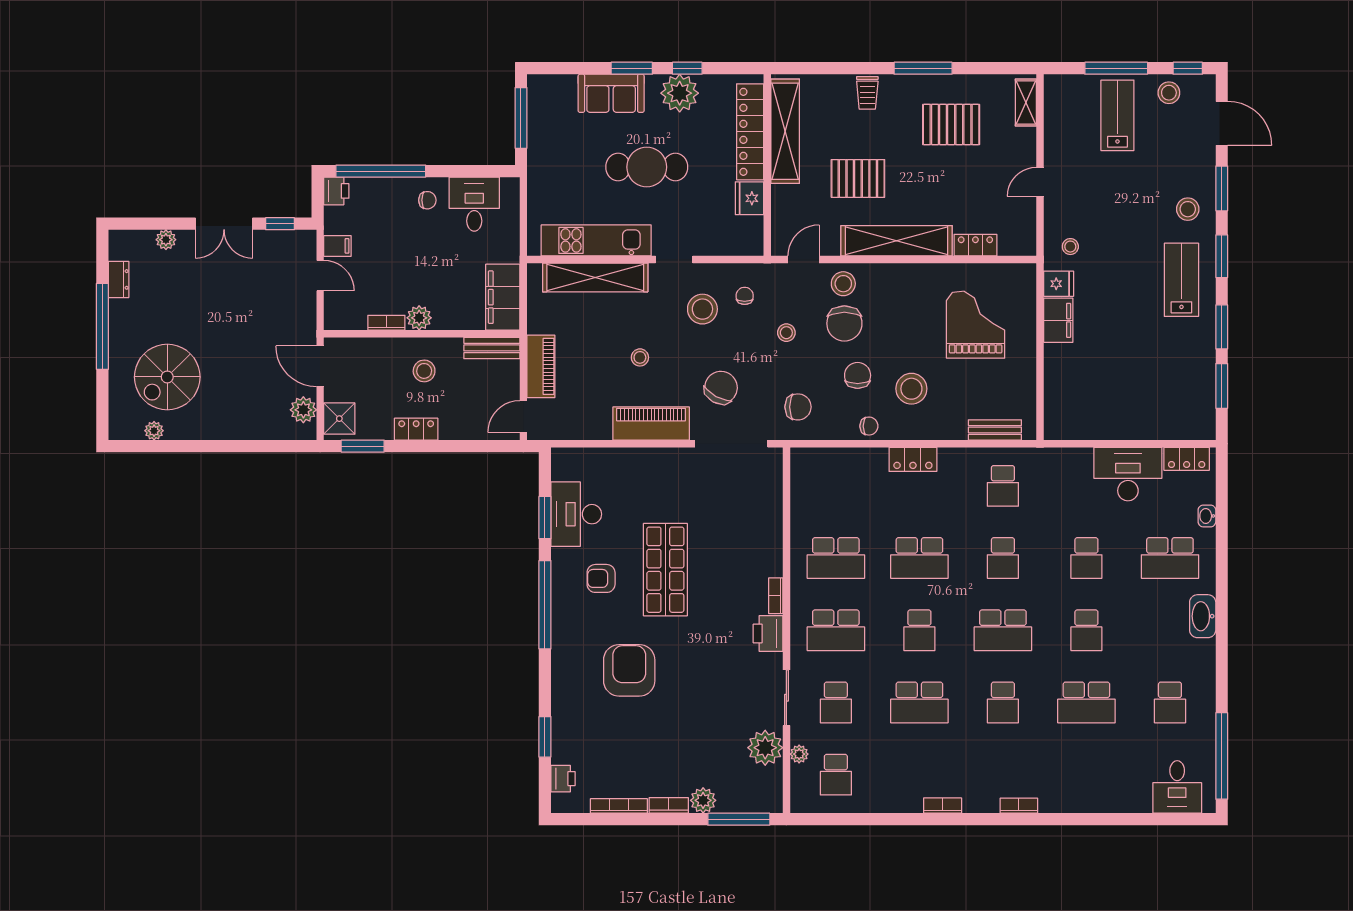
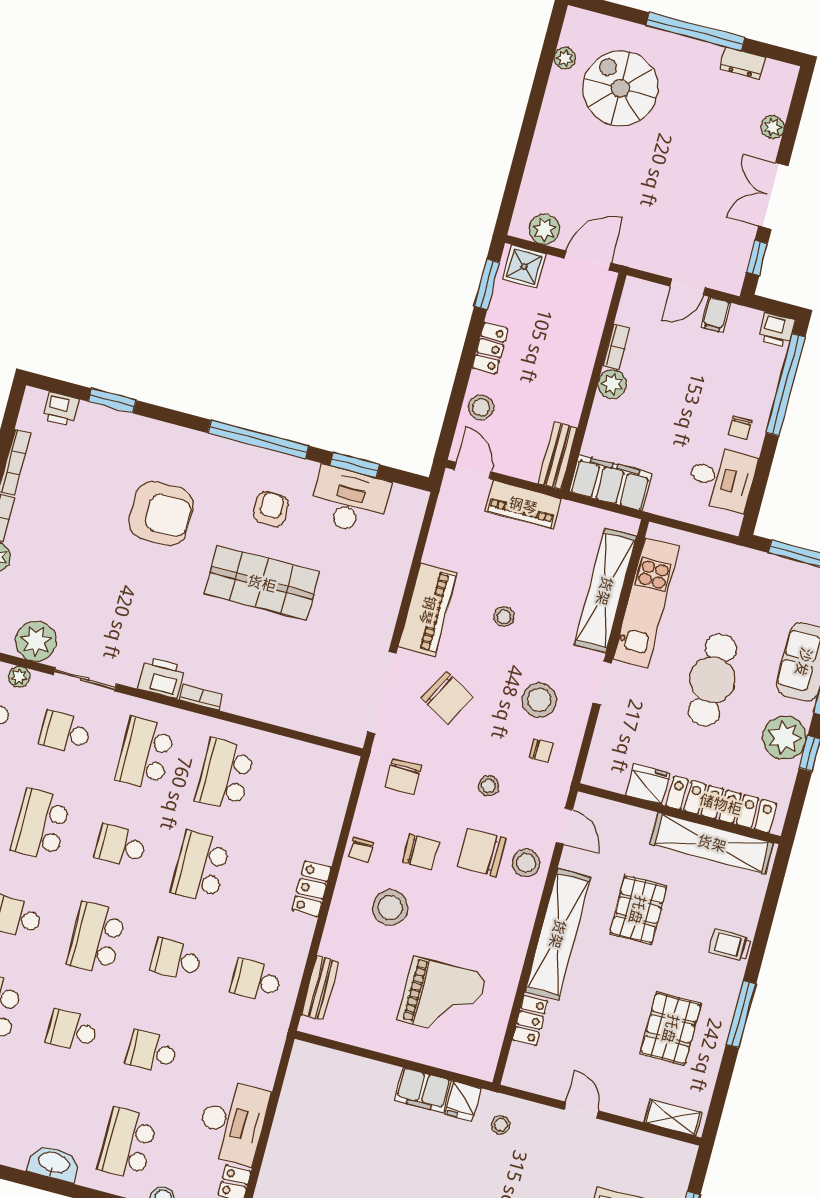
stool: (424, 371) -> (481, 407), moved

